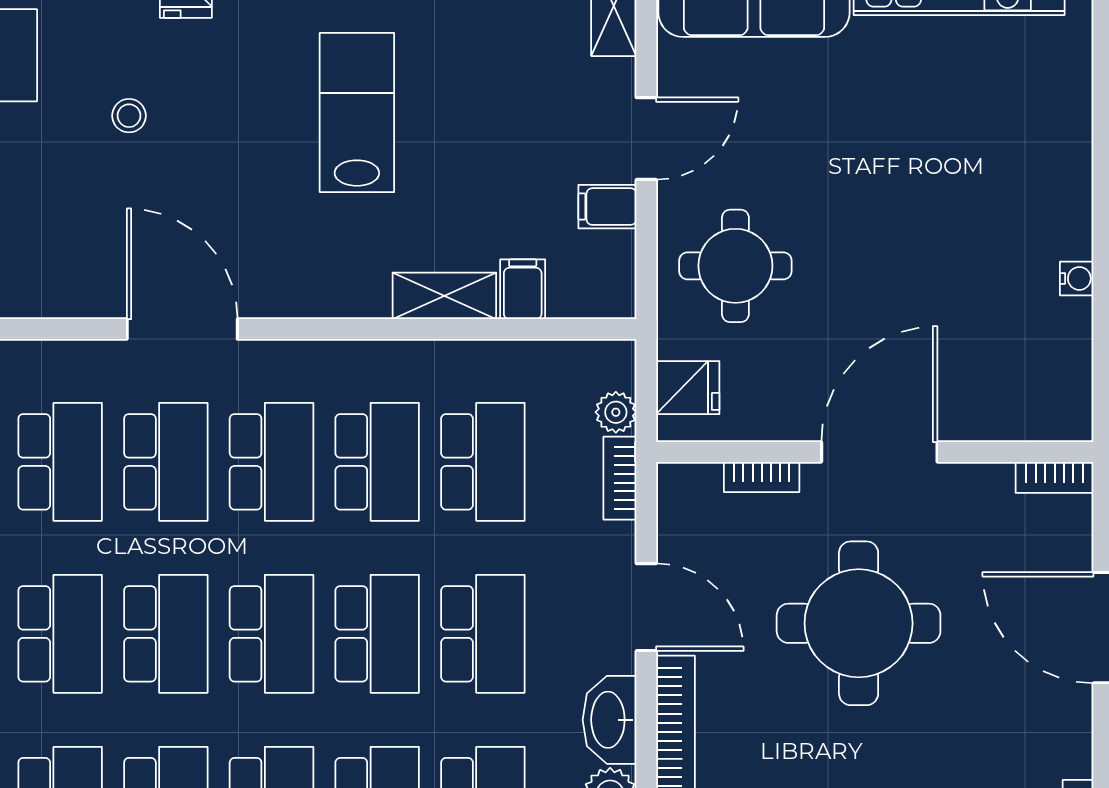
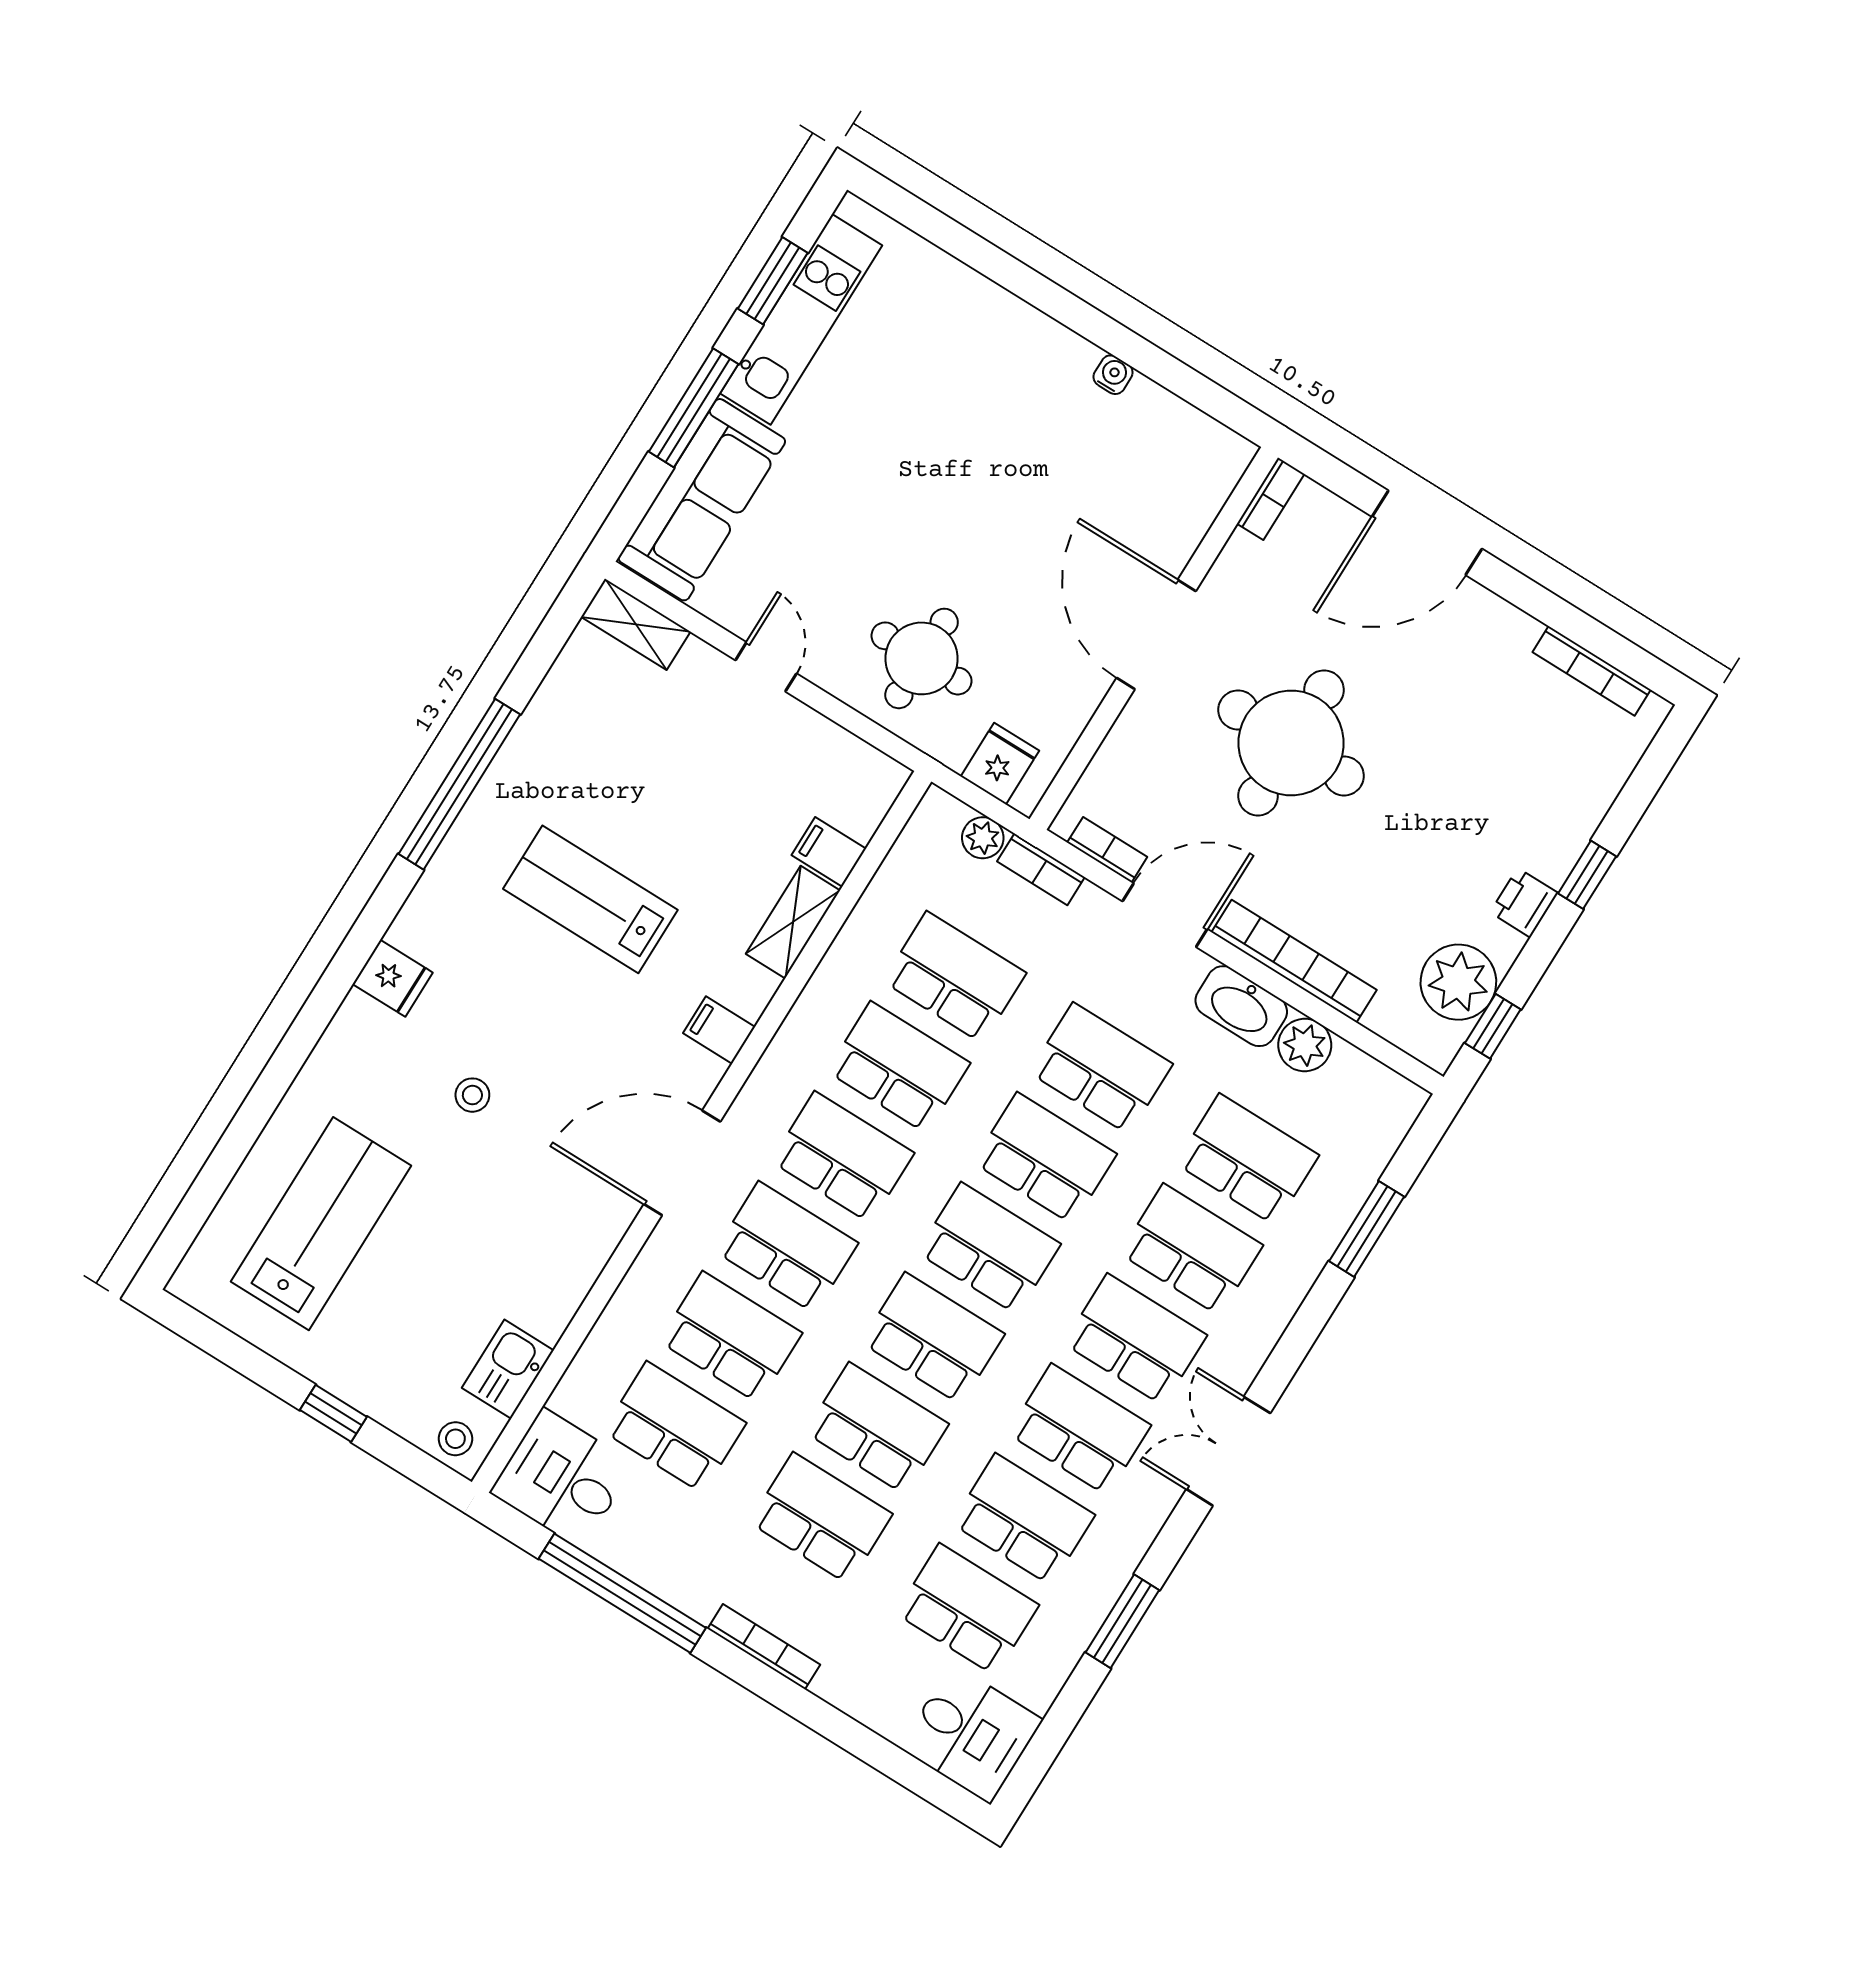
door: (646, 139) -> (766, 667), width x0.73
filing cabinet: (607, 207) -> (719, 1030), moved, turned 90
bookcase: (762, 477) -> (1107, 850), moved, turned -90

